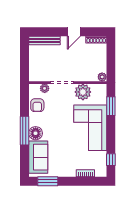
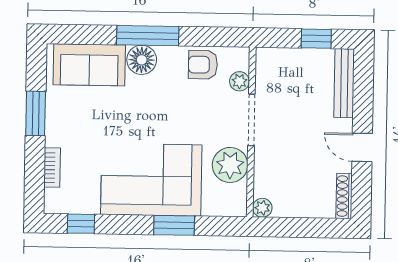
window: (24, 54) -> (316, 39), added
window: (111, 106) -> (174, 225), moved
window: (48, 181) -> (36, 113), moved

